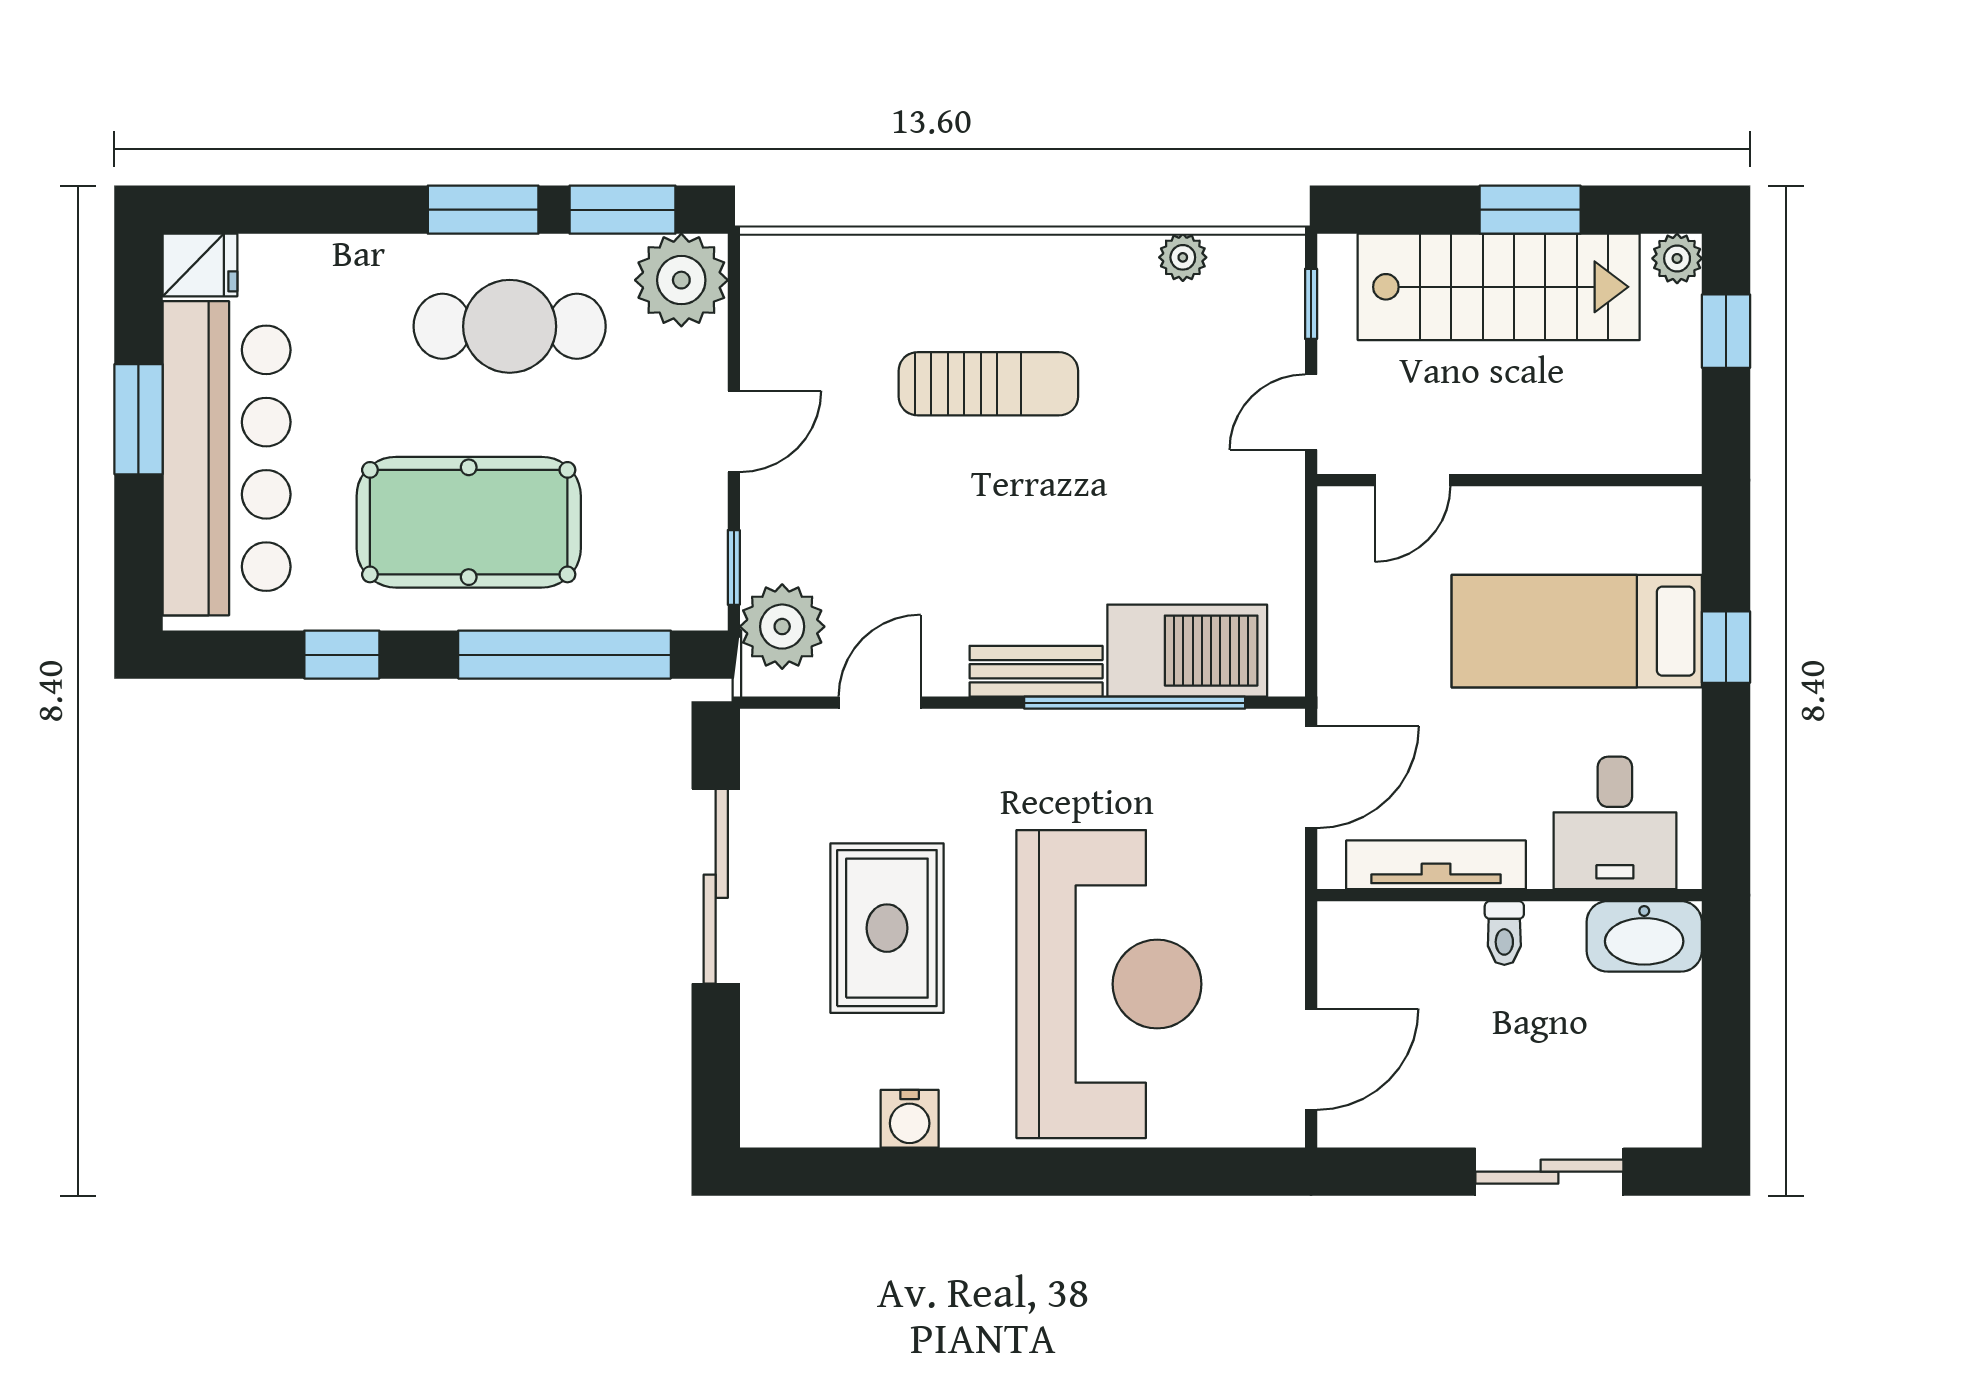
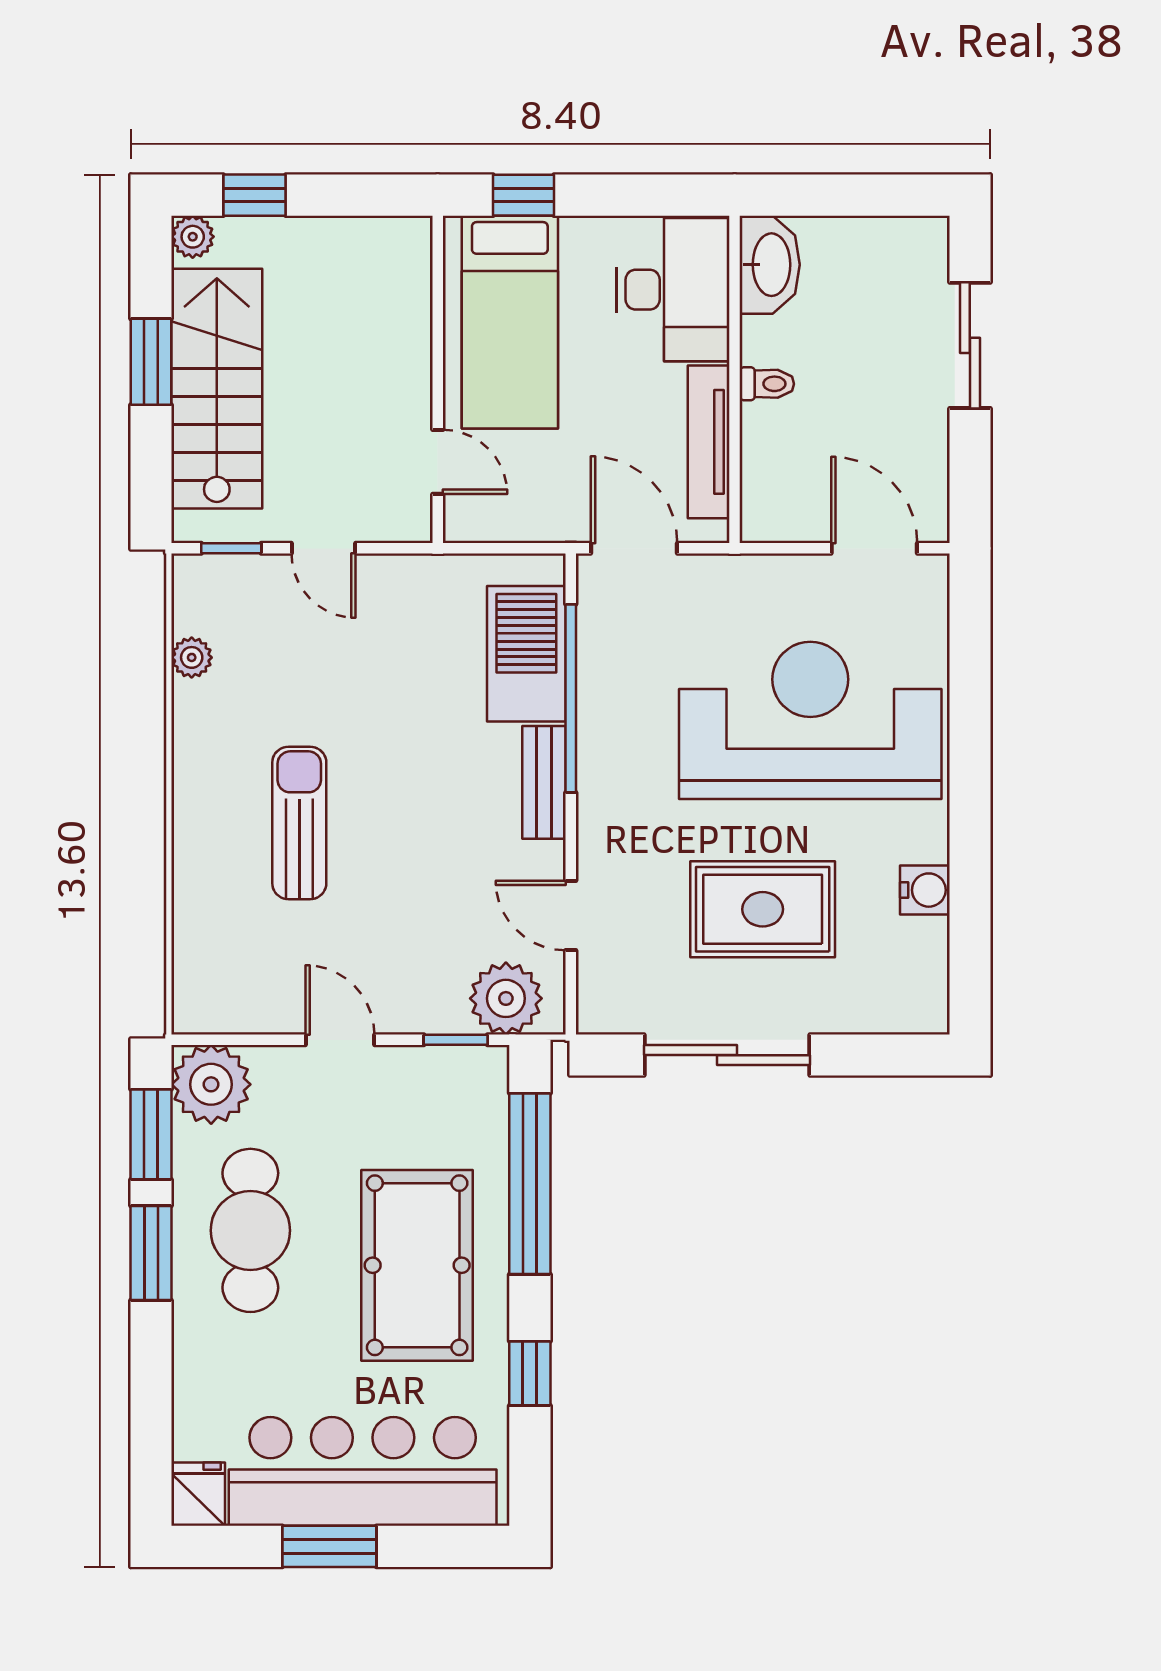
door: (1413, 480) -> (438, 462), moved
wall: (1509, 480) -> (438, 379), moved
desk: (1615, 823) -> (673, 290), width x1.37

